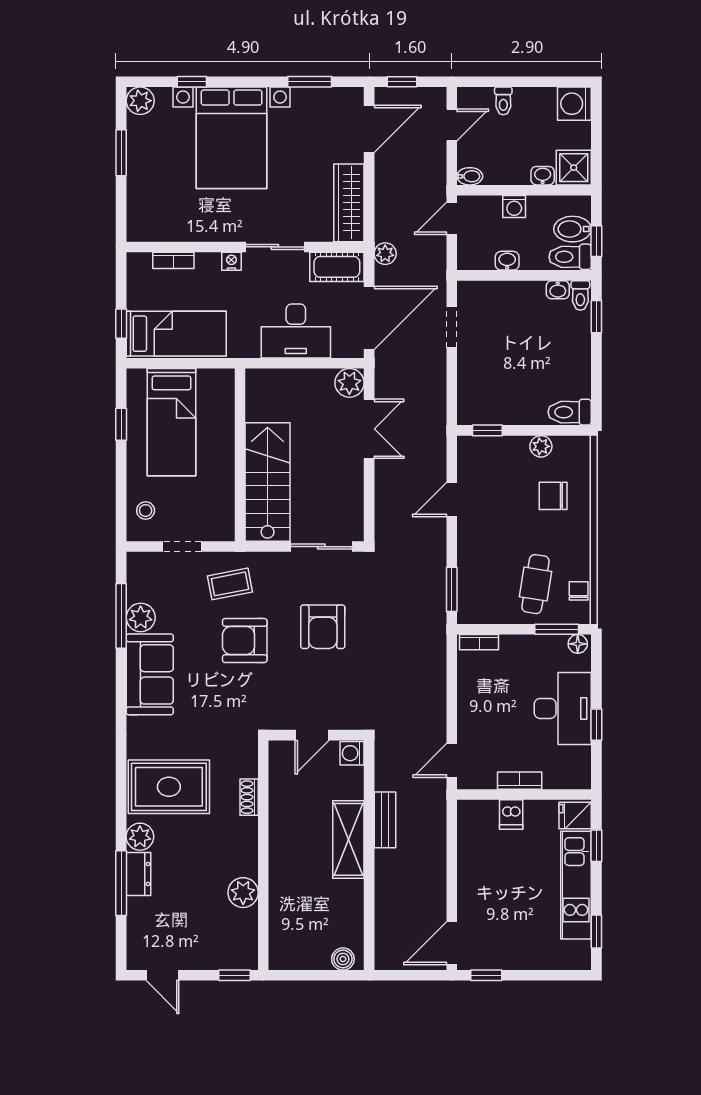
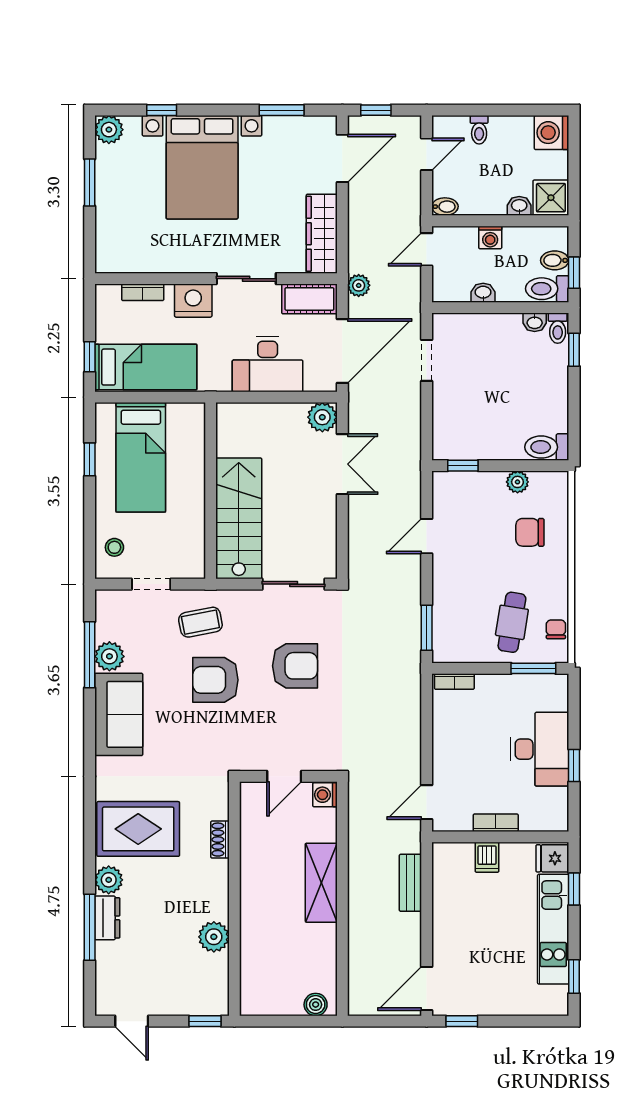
bidet: (573, 229) -> (555, 260), width x0.72, depth x0.74
nightstand: (231, 261) -> (193, 301), width x1.89, depth x1.79
armchair: (323, 627) -> (295, 666), turned -90
floor lamp: (578, 644) -> (555, 683), removed
bench: (385, 820) -> (410, 883), moved

